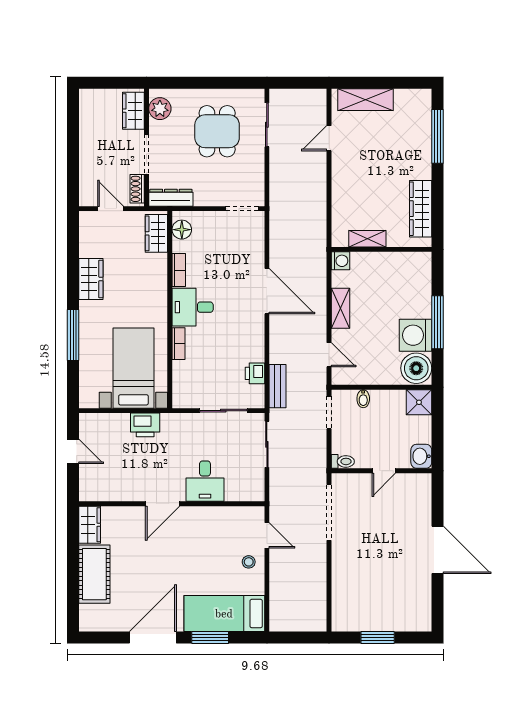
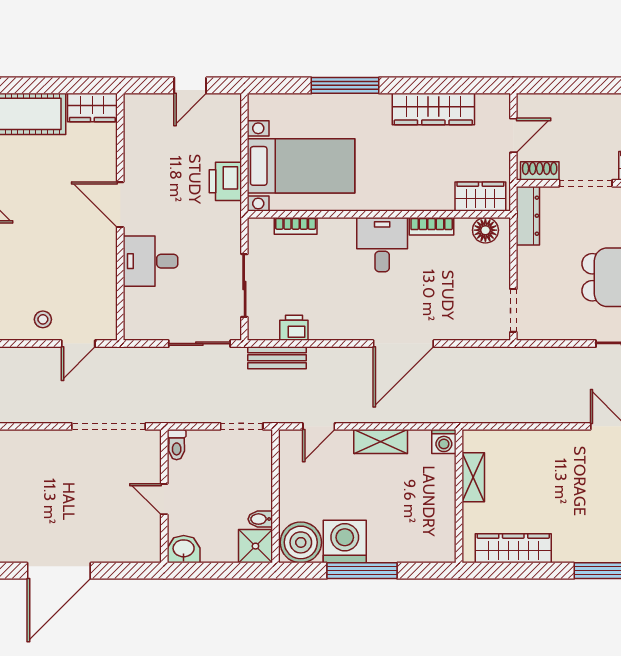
wardrobe: (91, 279) -> (433, 109), width x1.50
bookcase: (179, 344) -> (296, 226), moved
bidet: (363, 399) -> (260, 519), moved

